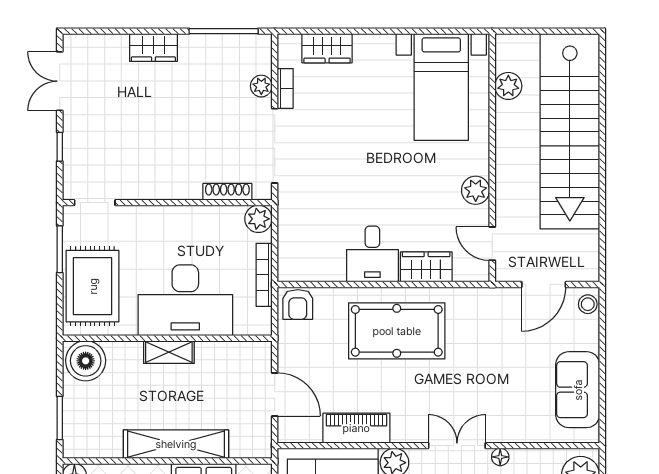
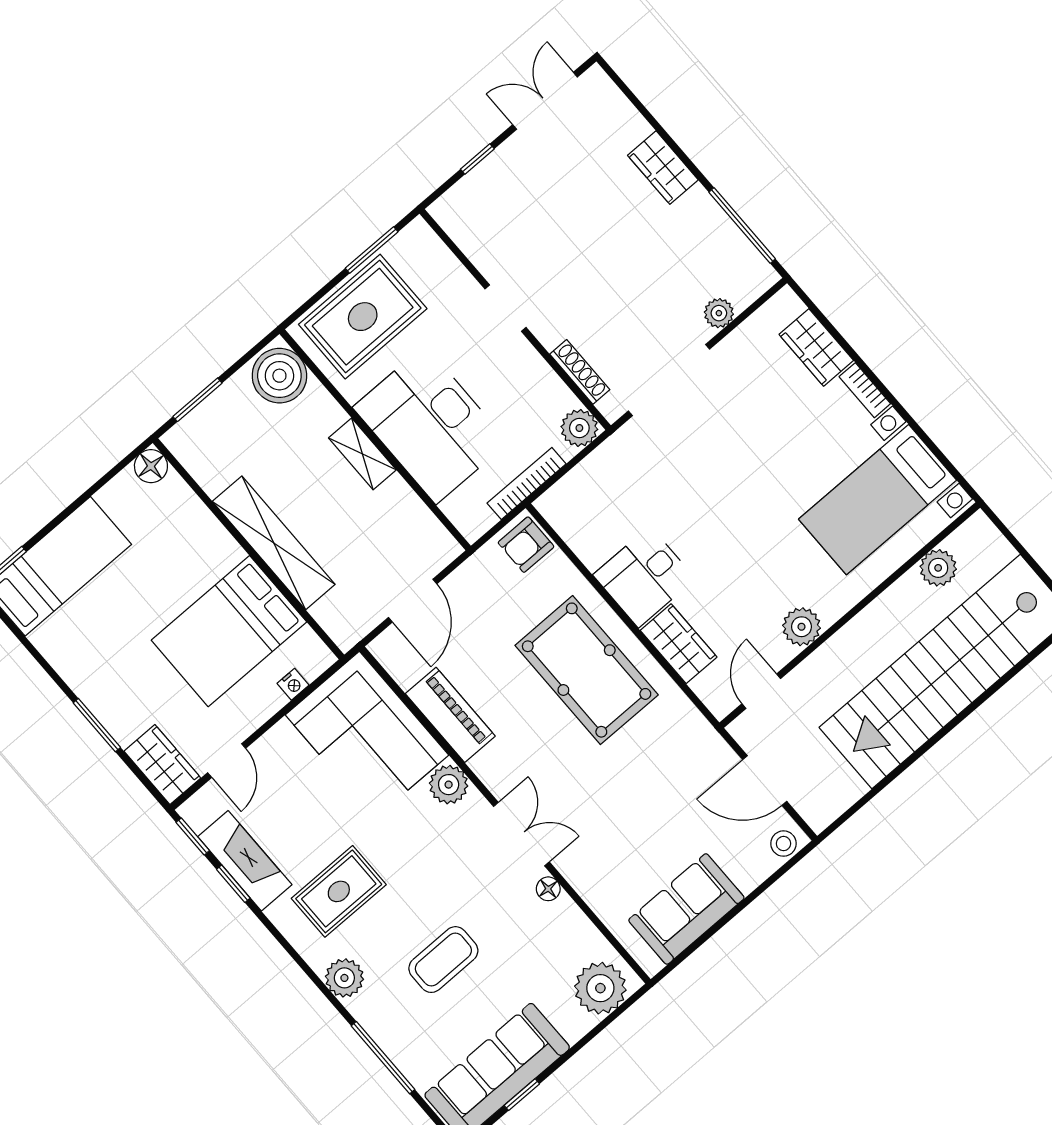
bookcase: (285, 88) -> (865, 390), moved, turned 90
doorway: (95, 203) -> (505, 308), moved

